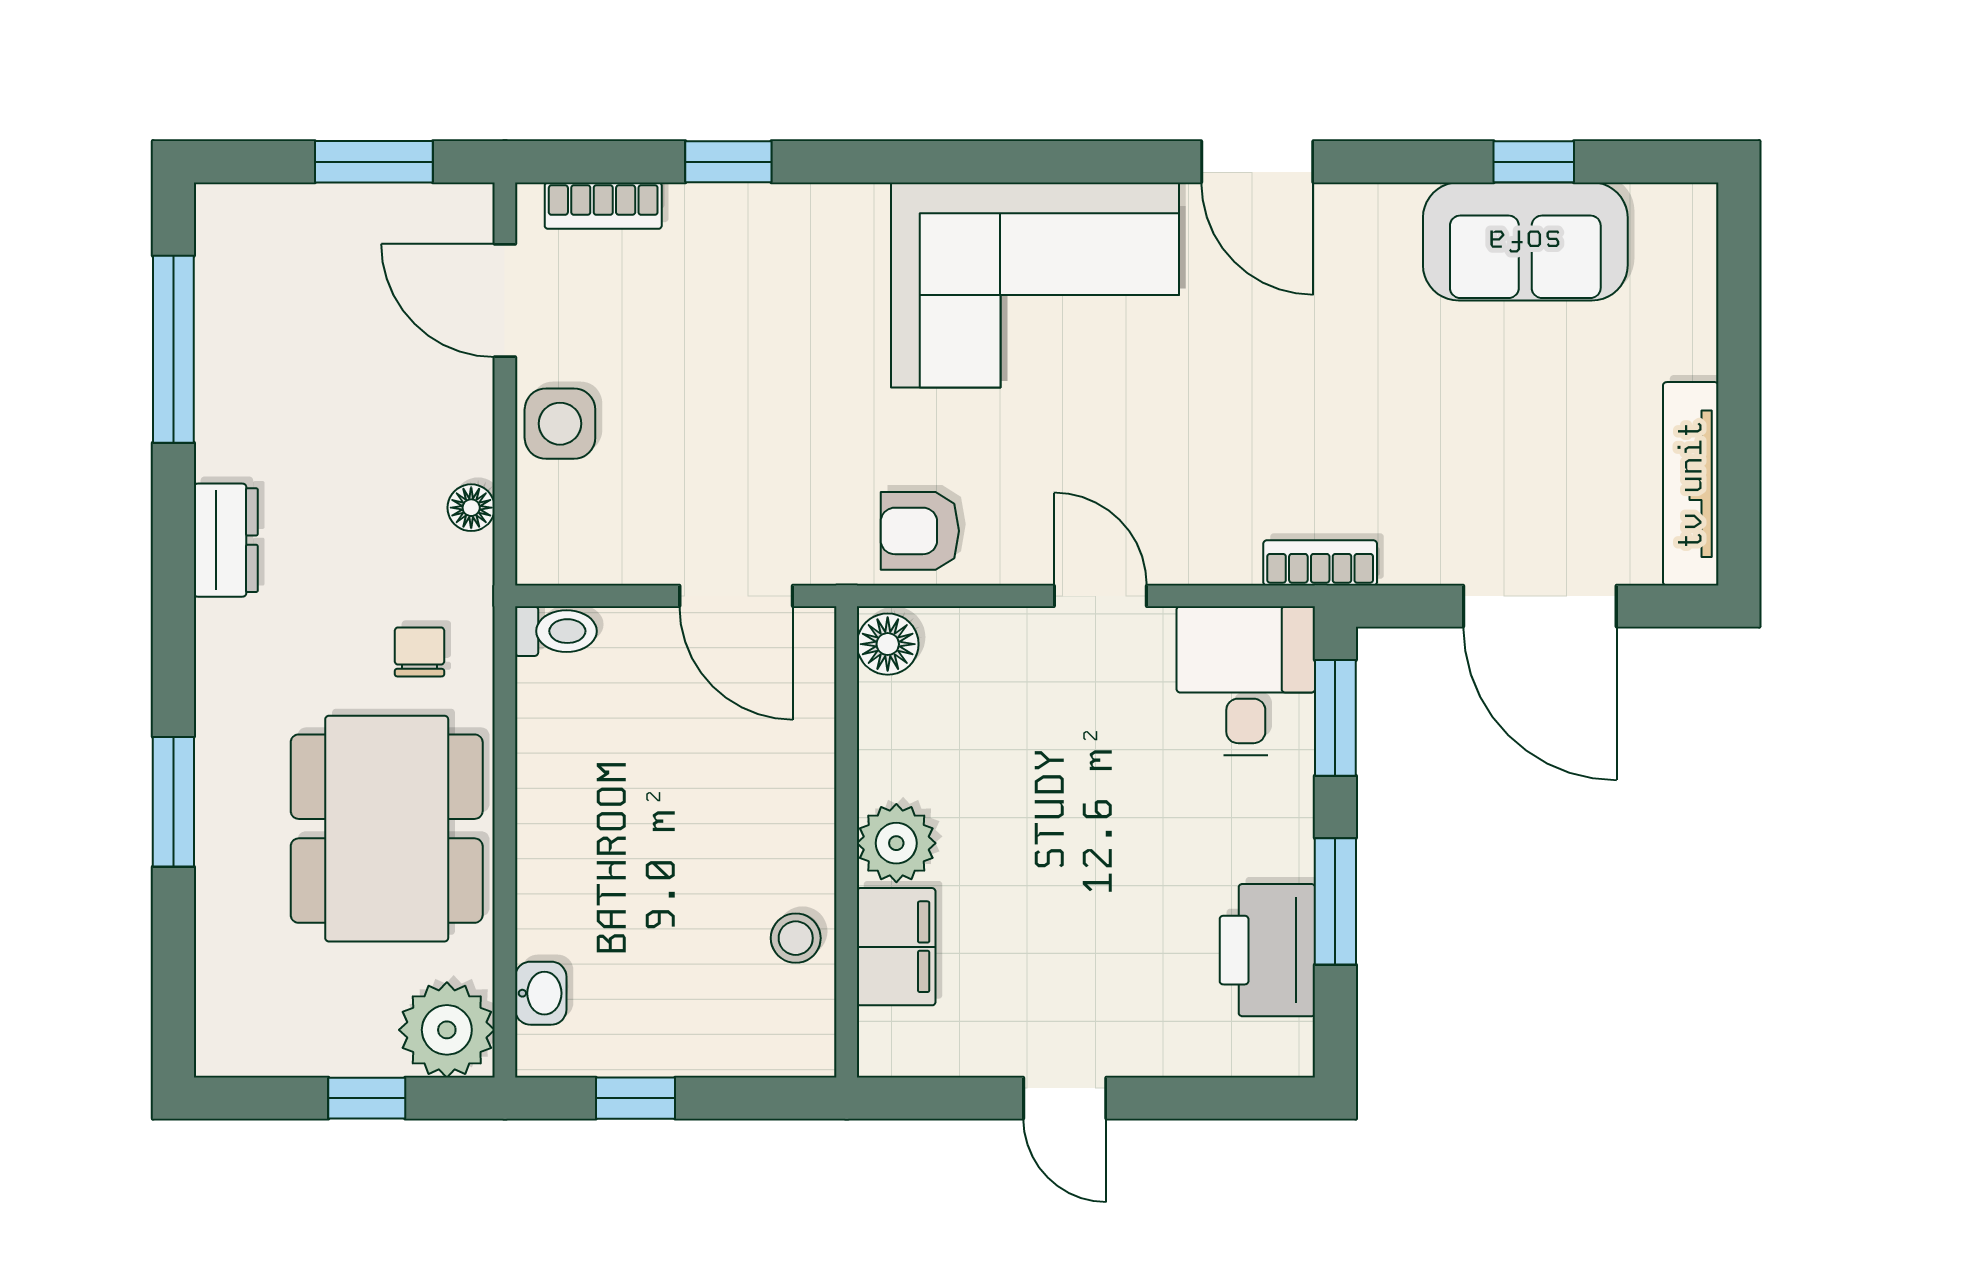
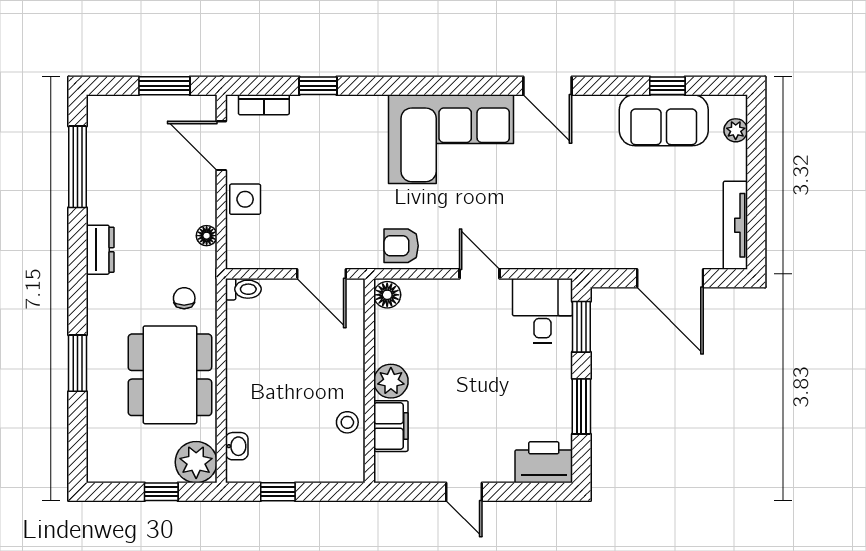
plant: (1691, 265) -> (736, 130), added
bookcase: (1320, 563) -> (575, 260), removed
printer: (1267, 950) -> (544, 462), moved, turned 90

